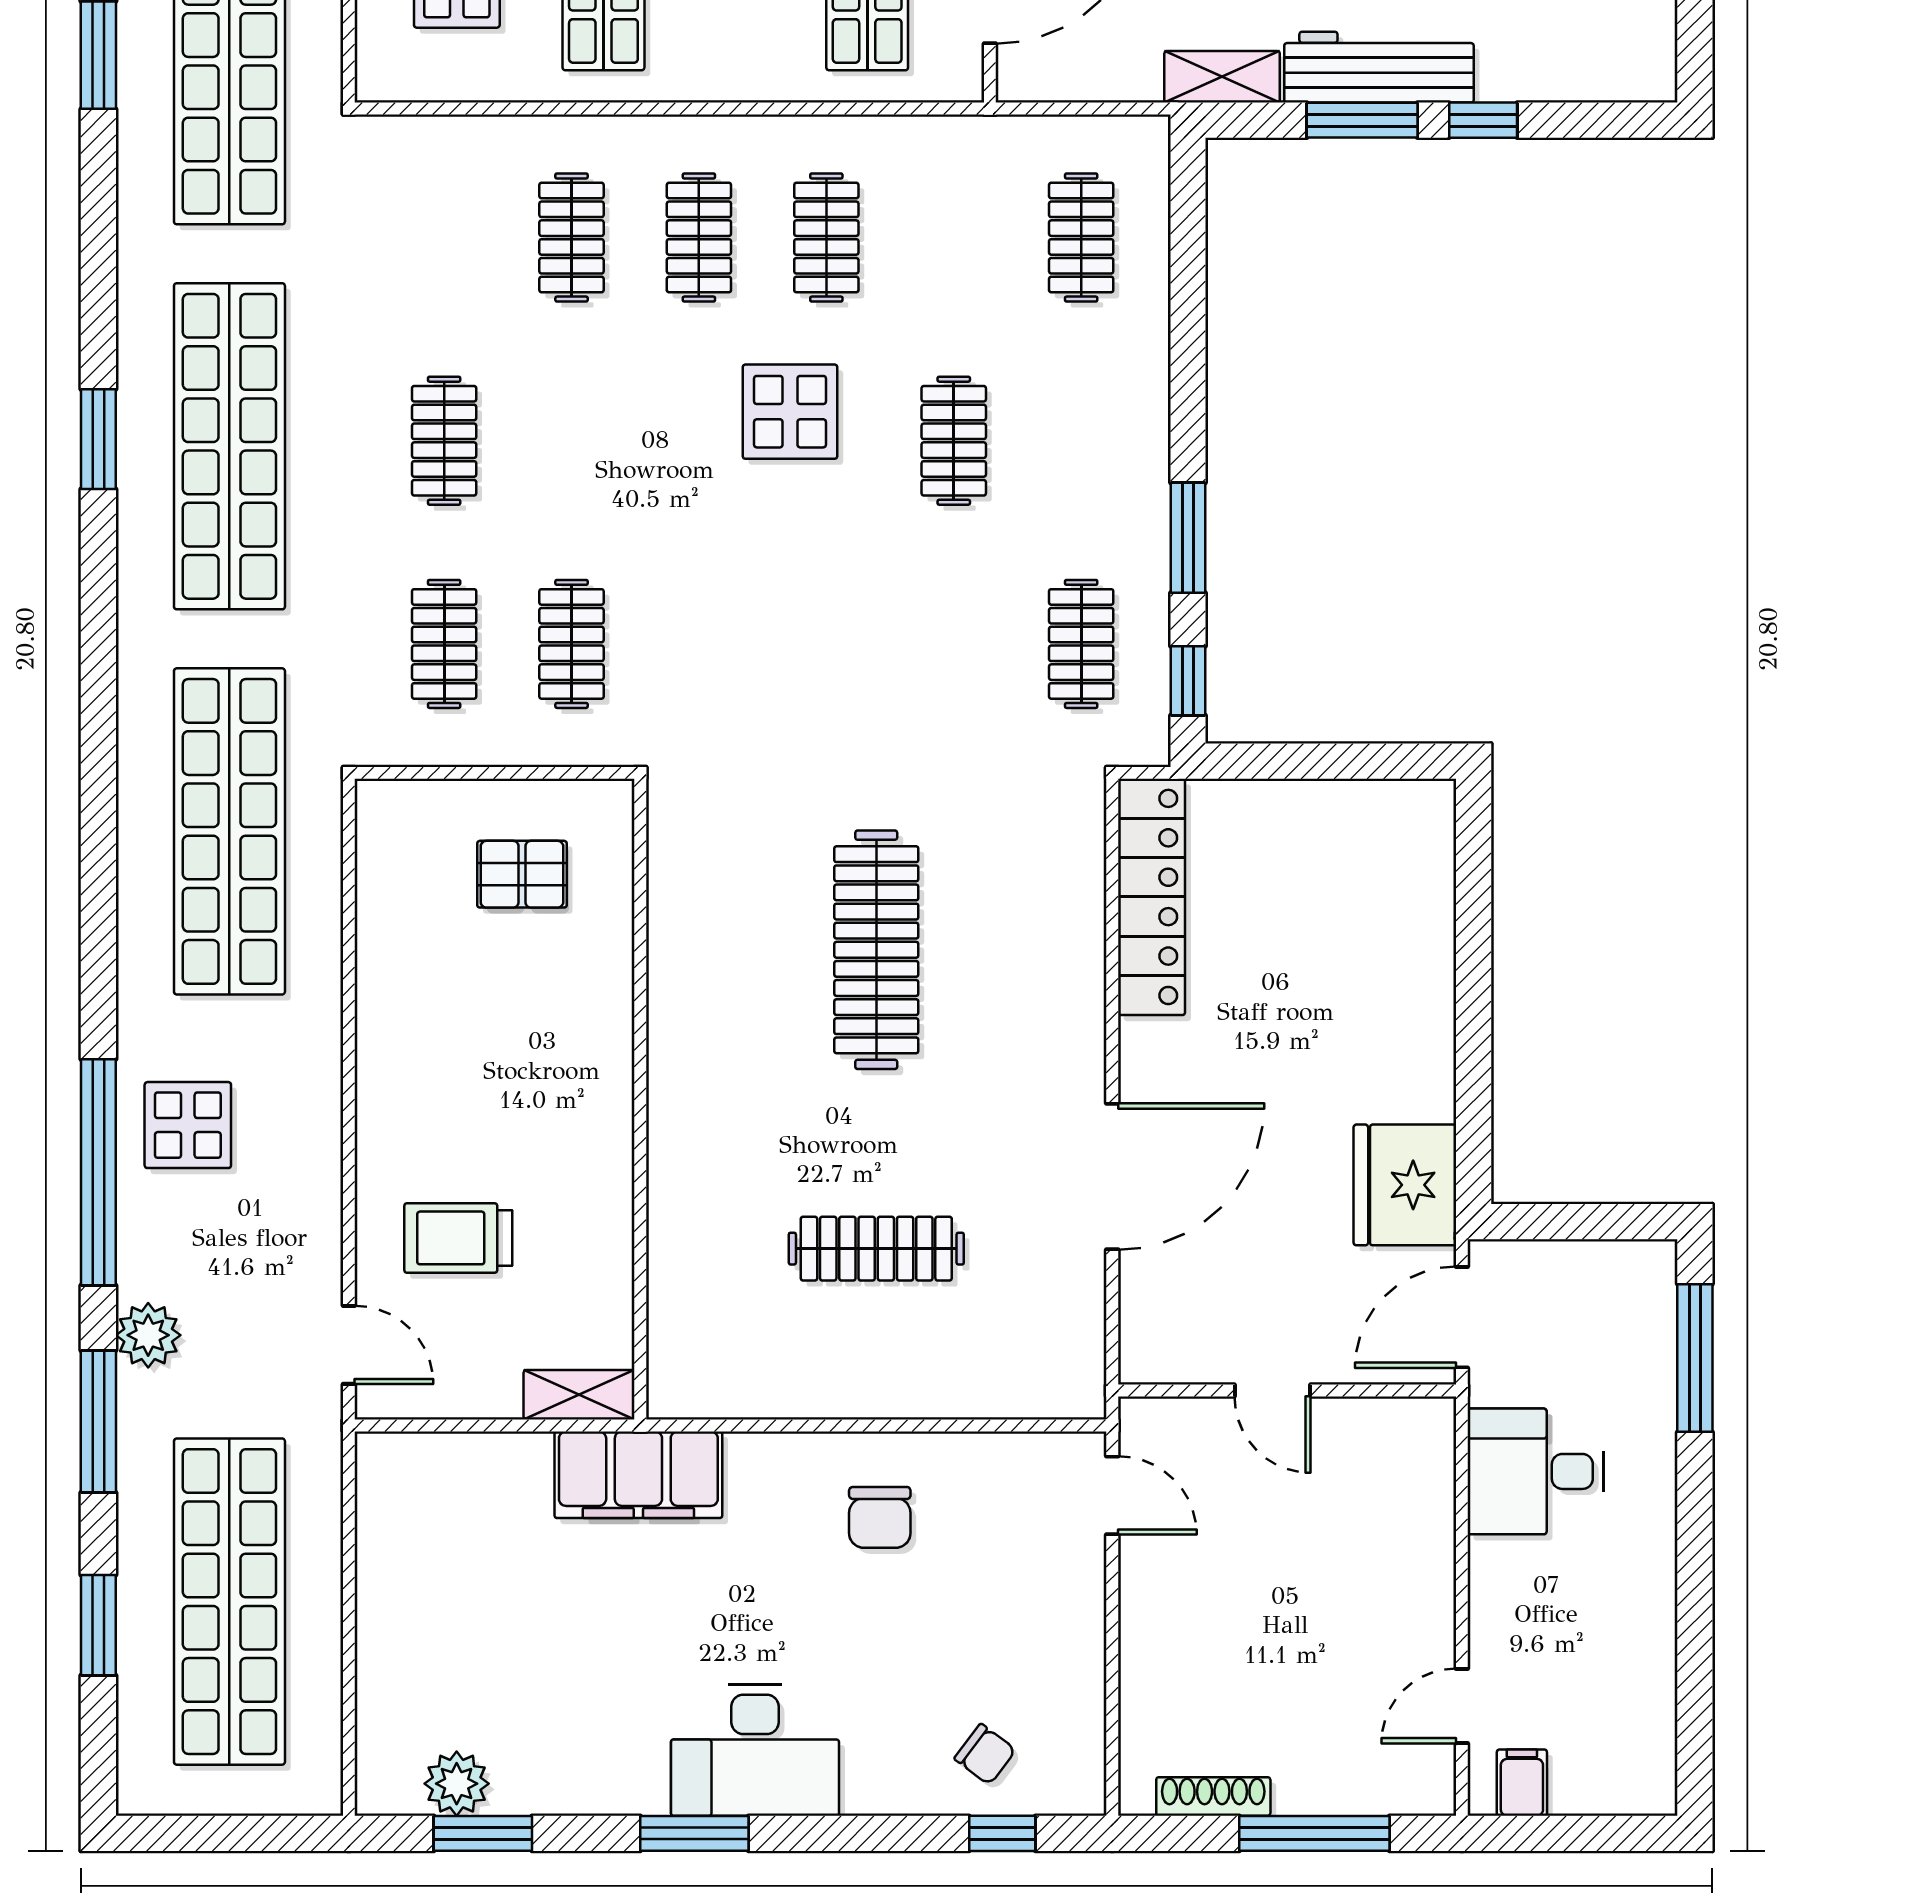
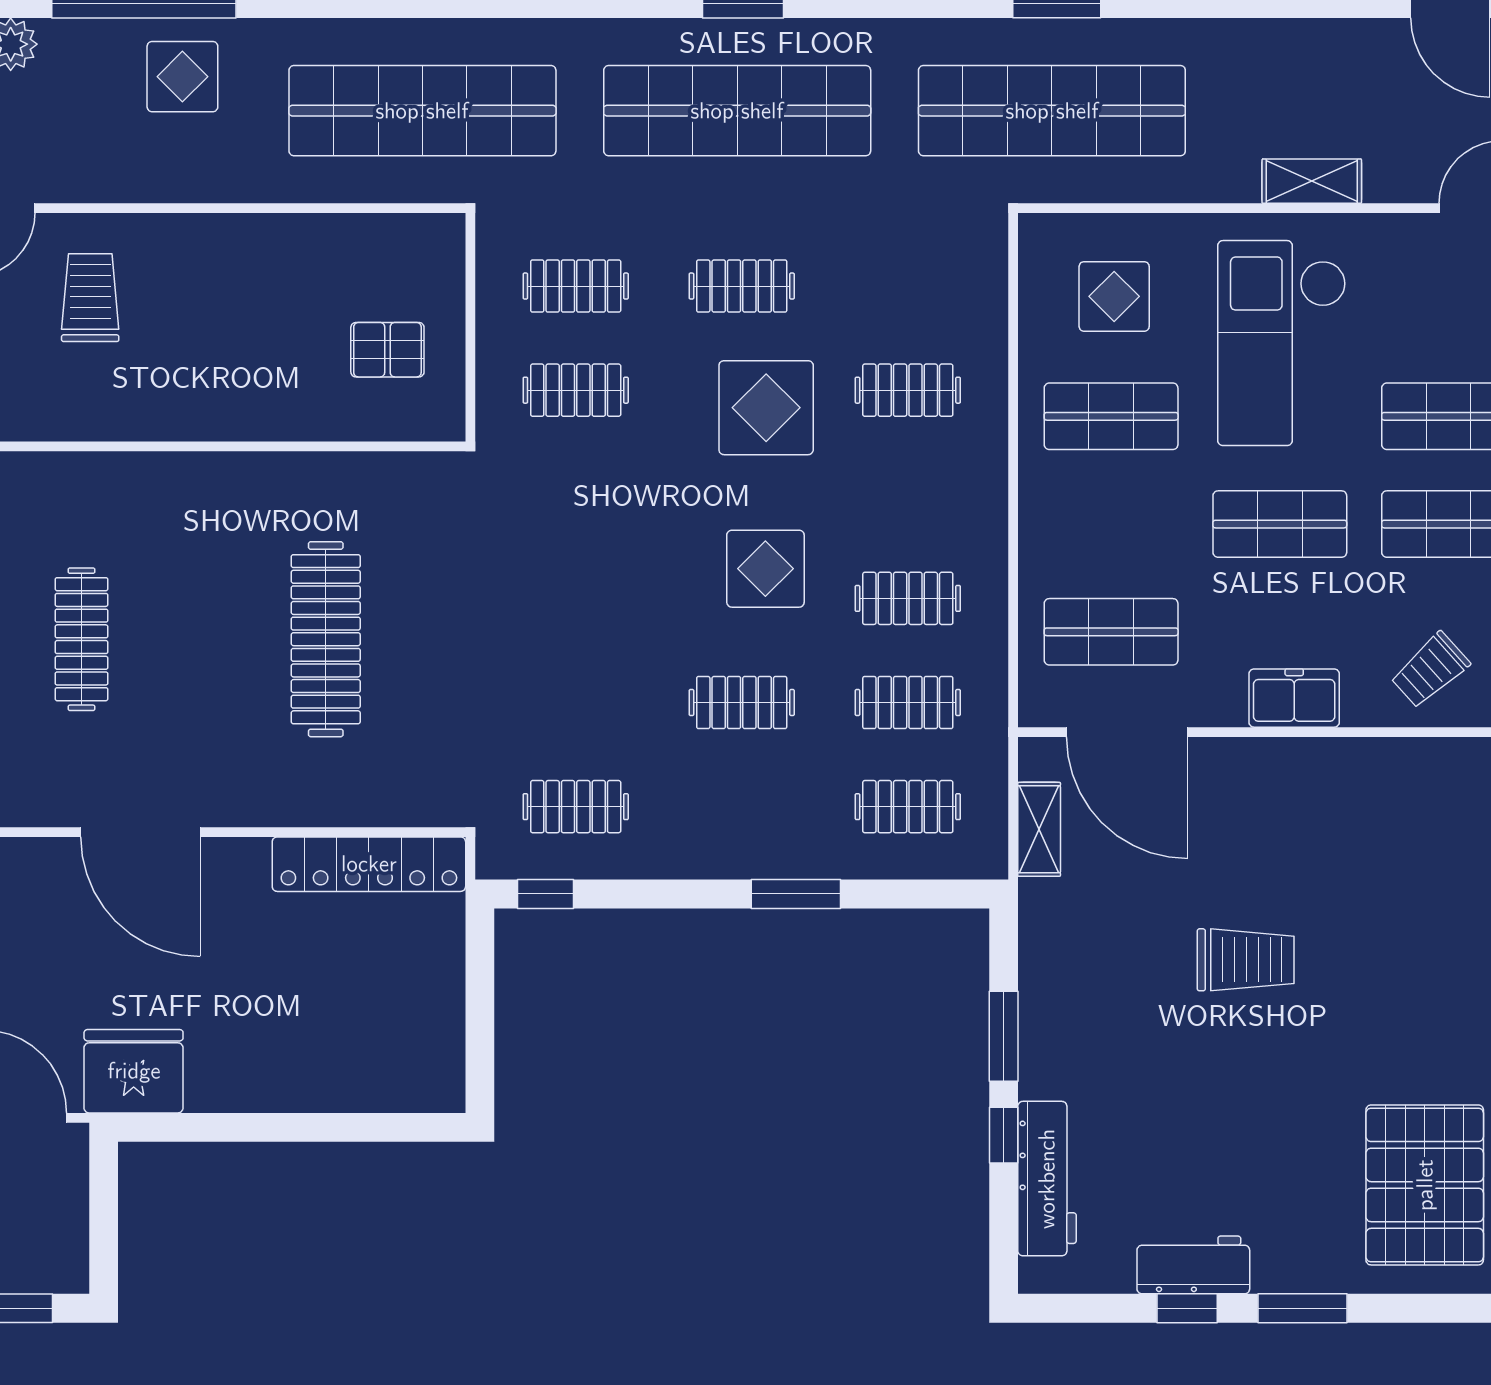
workbench: (1379, 67) -> (1047, 1179), moved
shelving: (1222, 77) -> (1039, 829), moved
clothes rail: (699, 238) -> (908, 703), moved
display table: (593, 411) -> (766, 408), added
window: (1188, 538) -> (796, 894), moved
pallet: (522, 874) -> (387, 350), turned 90
clothes rail: (876, 950) -> (326, 639), turned 90

